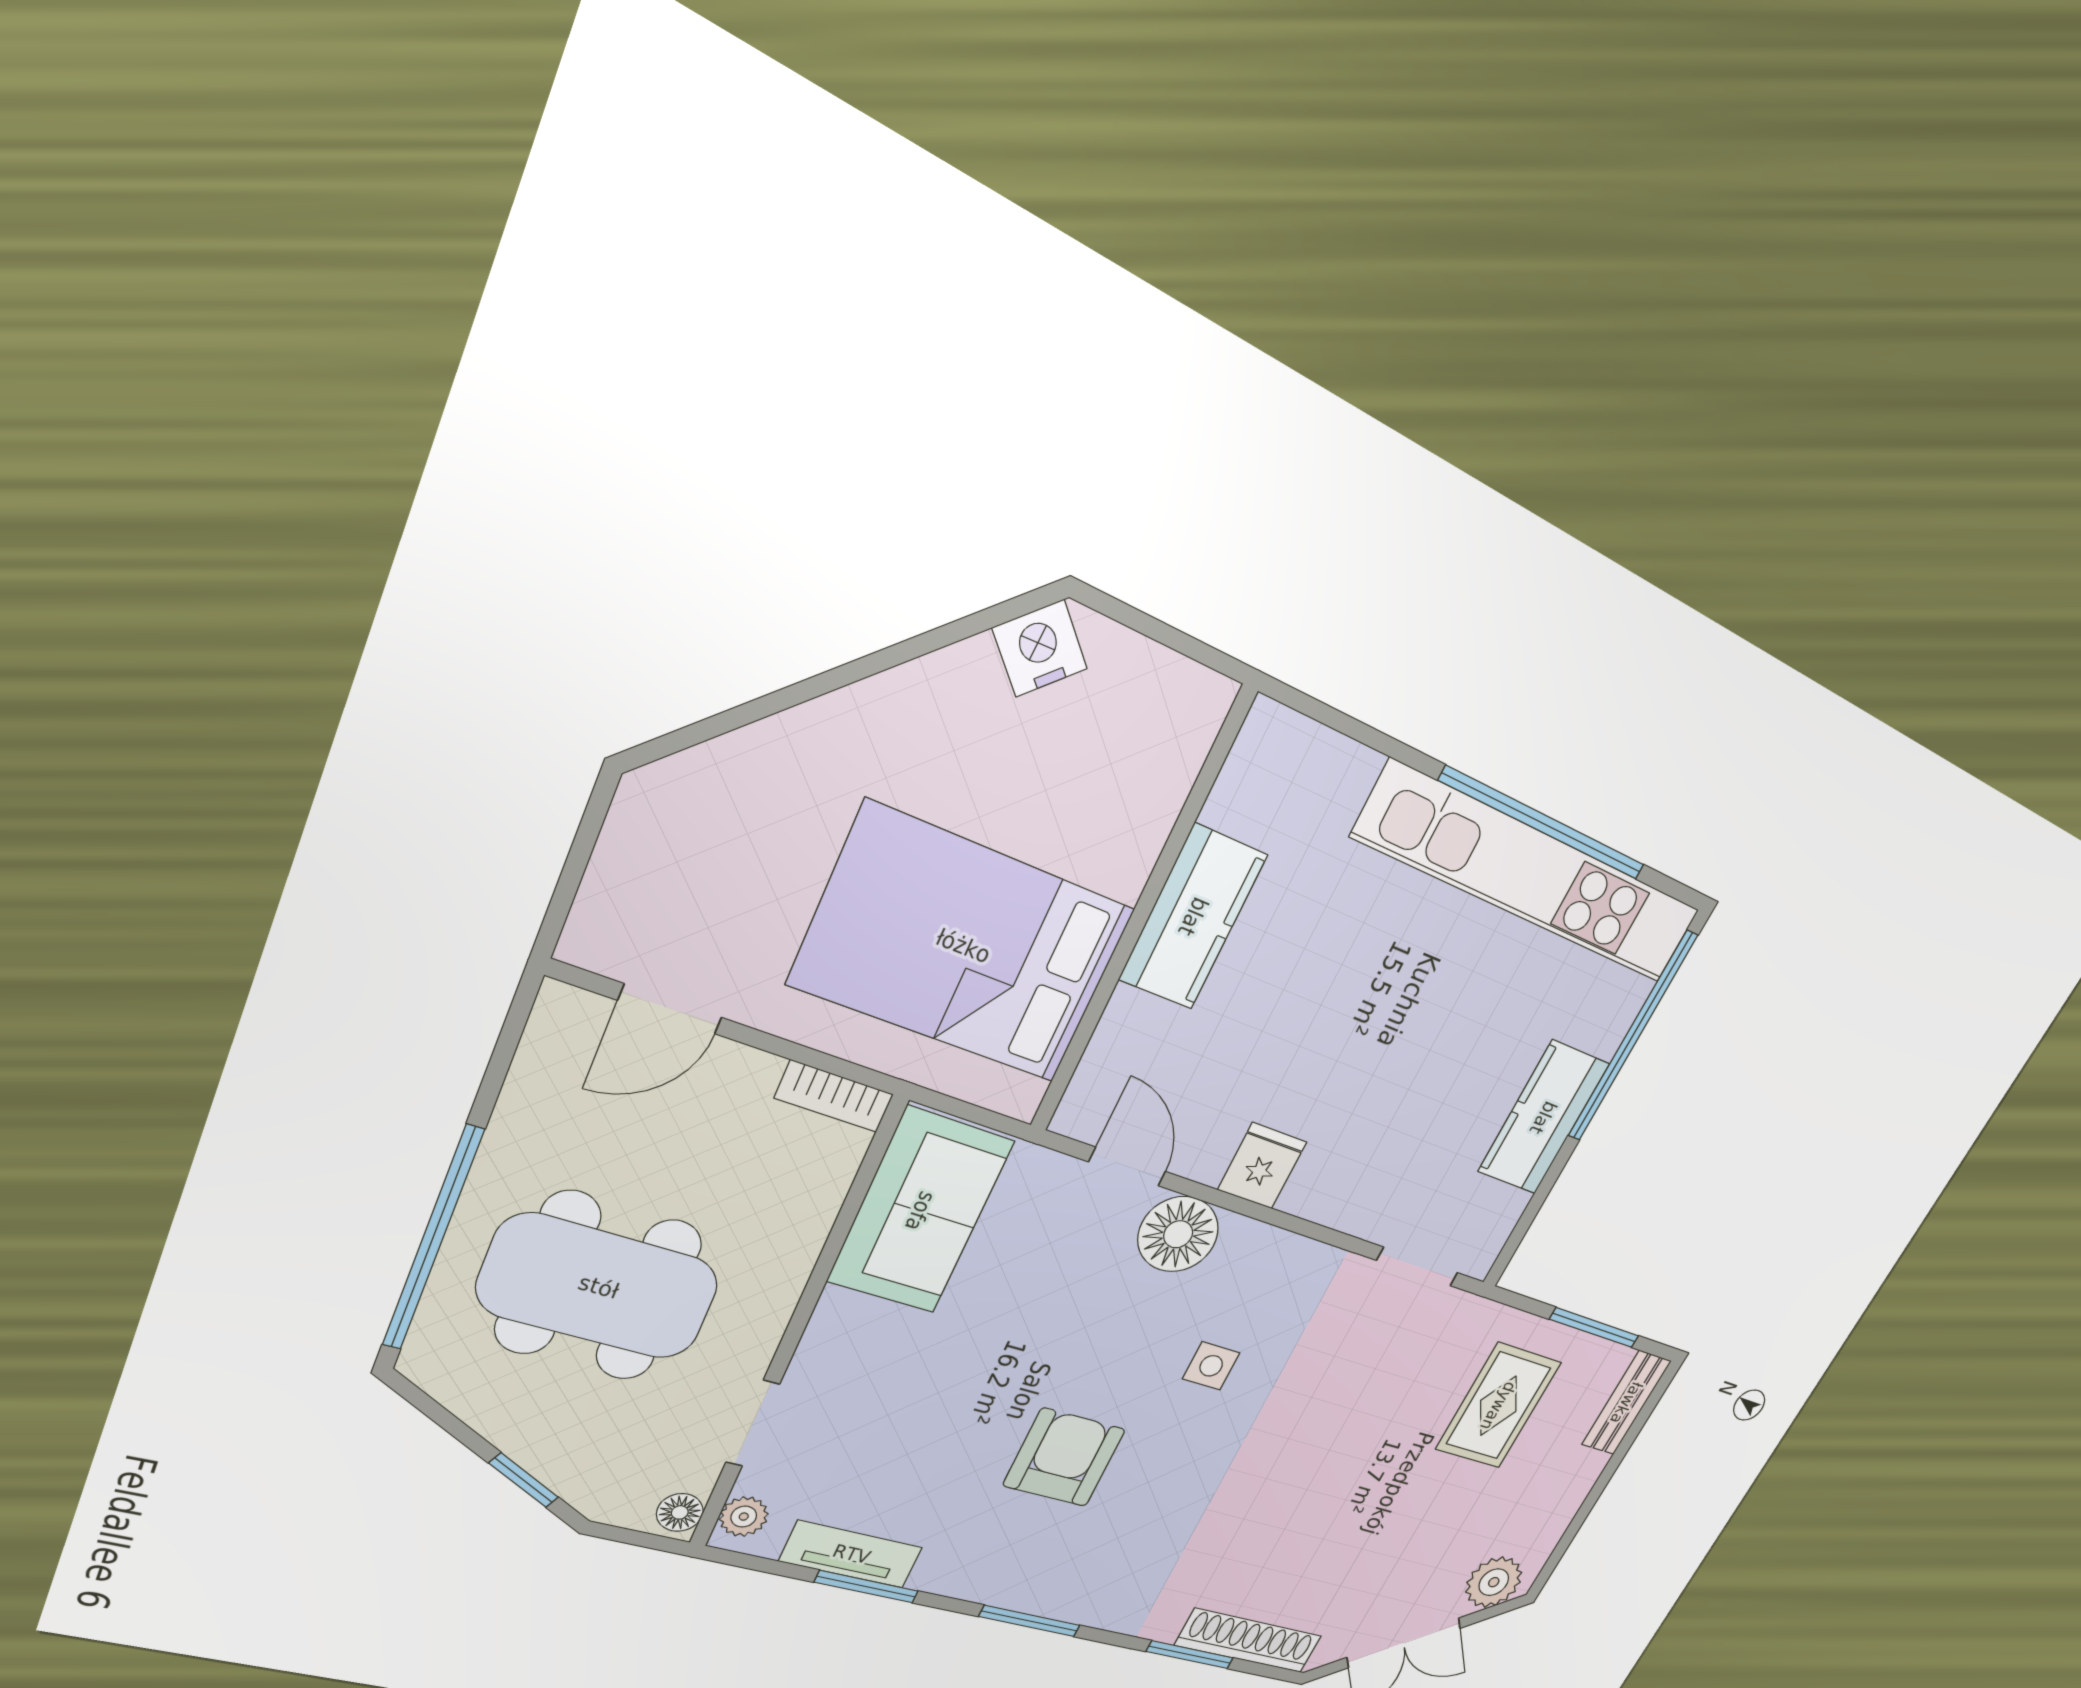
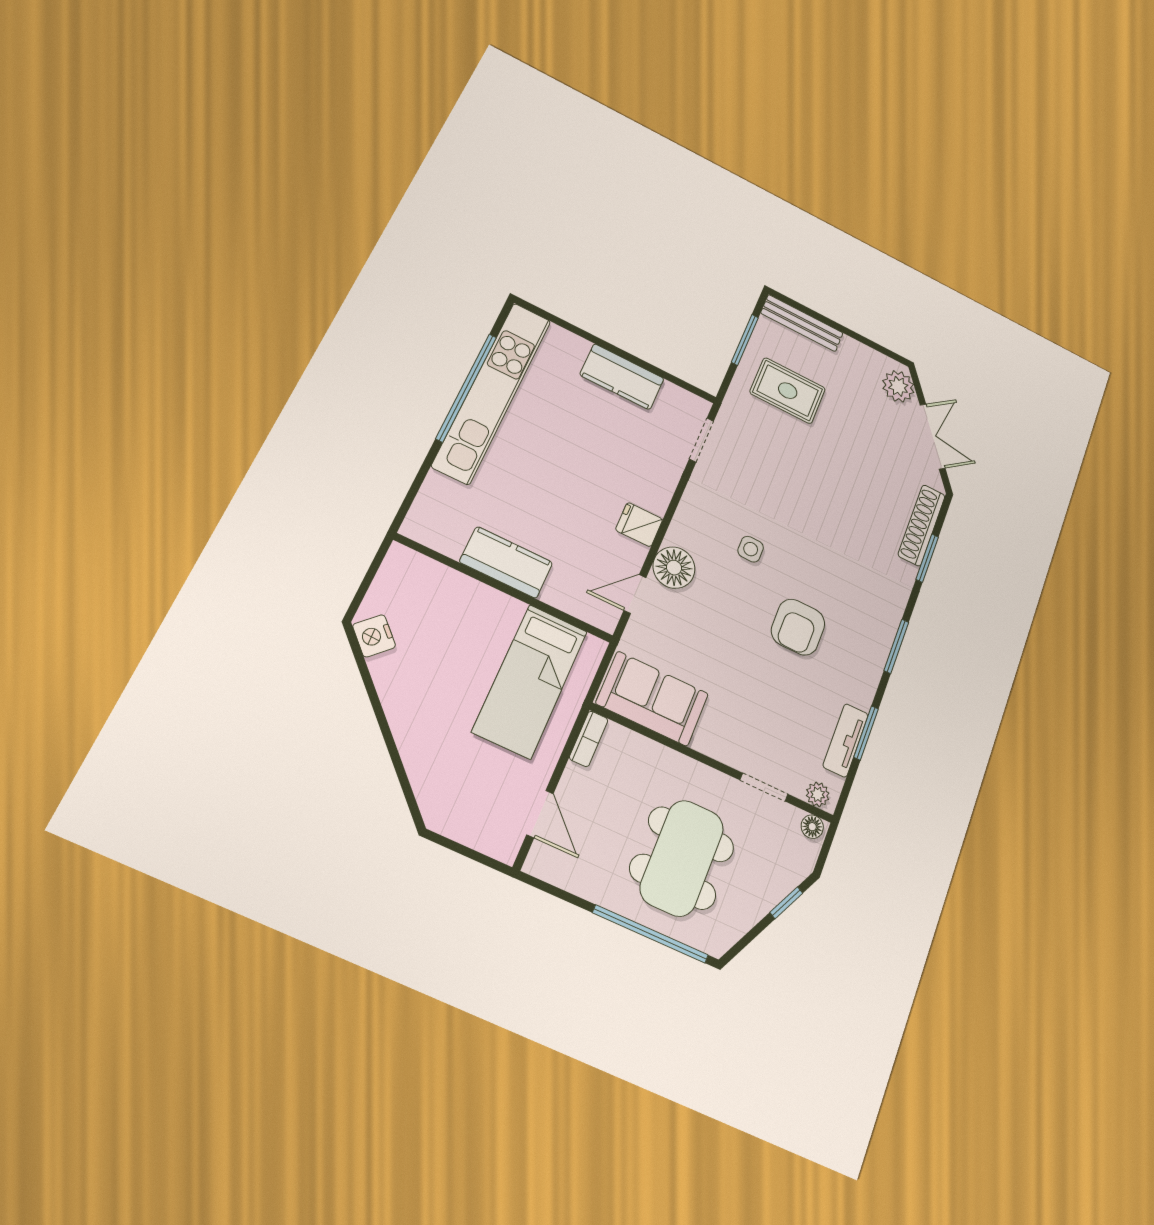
bed: (963, 946) -> (530, 681), width x0.67
window: (1632, 1037) -> (580, 332), removed
bench: (1626, 1403) -> (802, 323), width x1.36
armchair: (1064, 1458) -> (798, 627), turned -90

